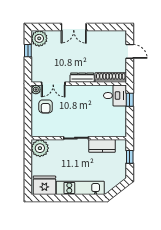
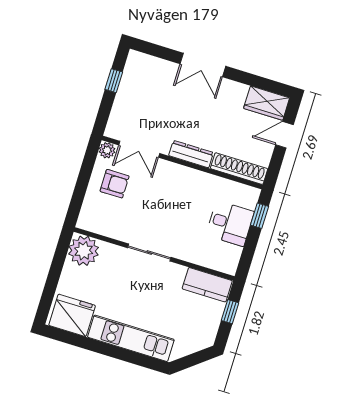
wardrobe: (115, 37) -> (267, 103), added
plant: (39, 38) -> (139, 66), removed
door: (130, 51) -> (284, 135), swing flipped
desk: (115, 96) -> (230, 223), moved
armchair: (46, 106) -> (115, 184), turned -90
kitchen counter: (102, 146) -> (207, 285), moved

